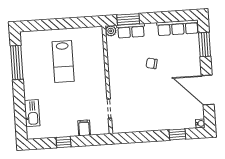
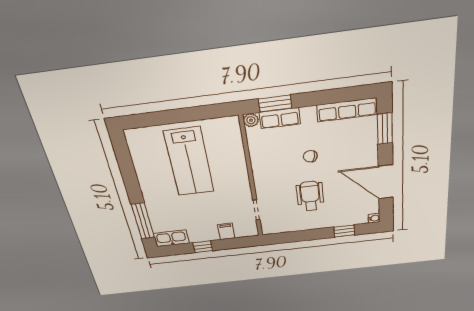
lab bench: (63, 62) -> (189, 162), width x1.36, depth x1.39
window: (17, 63) -> (143, 221), moved
wheelchair: (151, 99) -> (310, 196), added
kitchen sink: (32, 113) -> (171, 238), moved, turned -90

